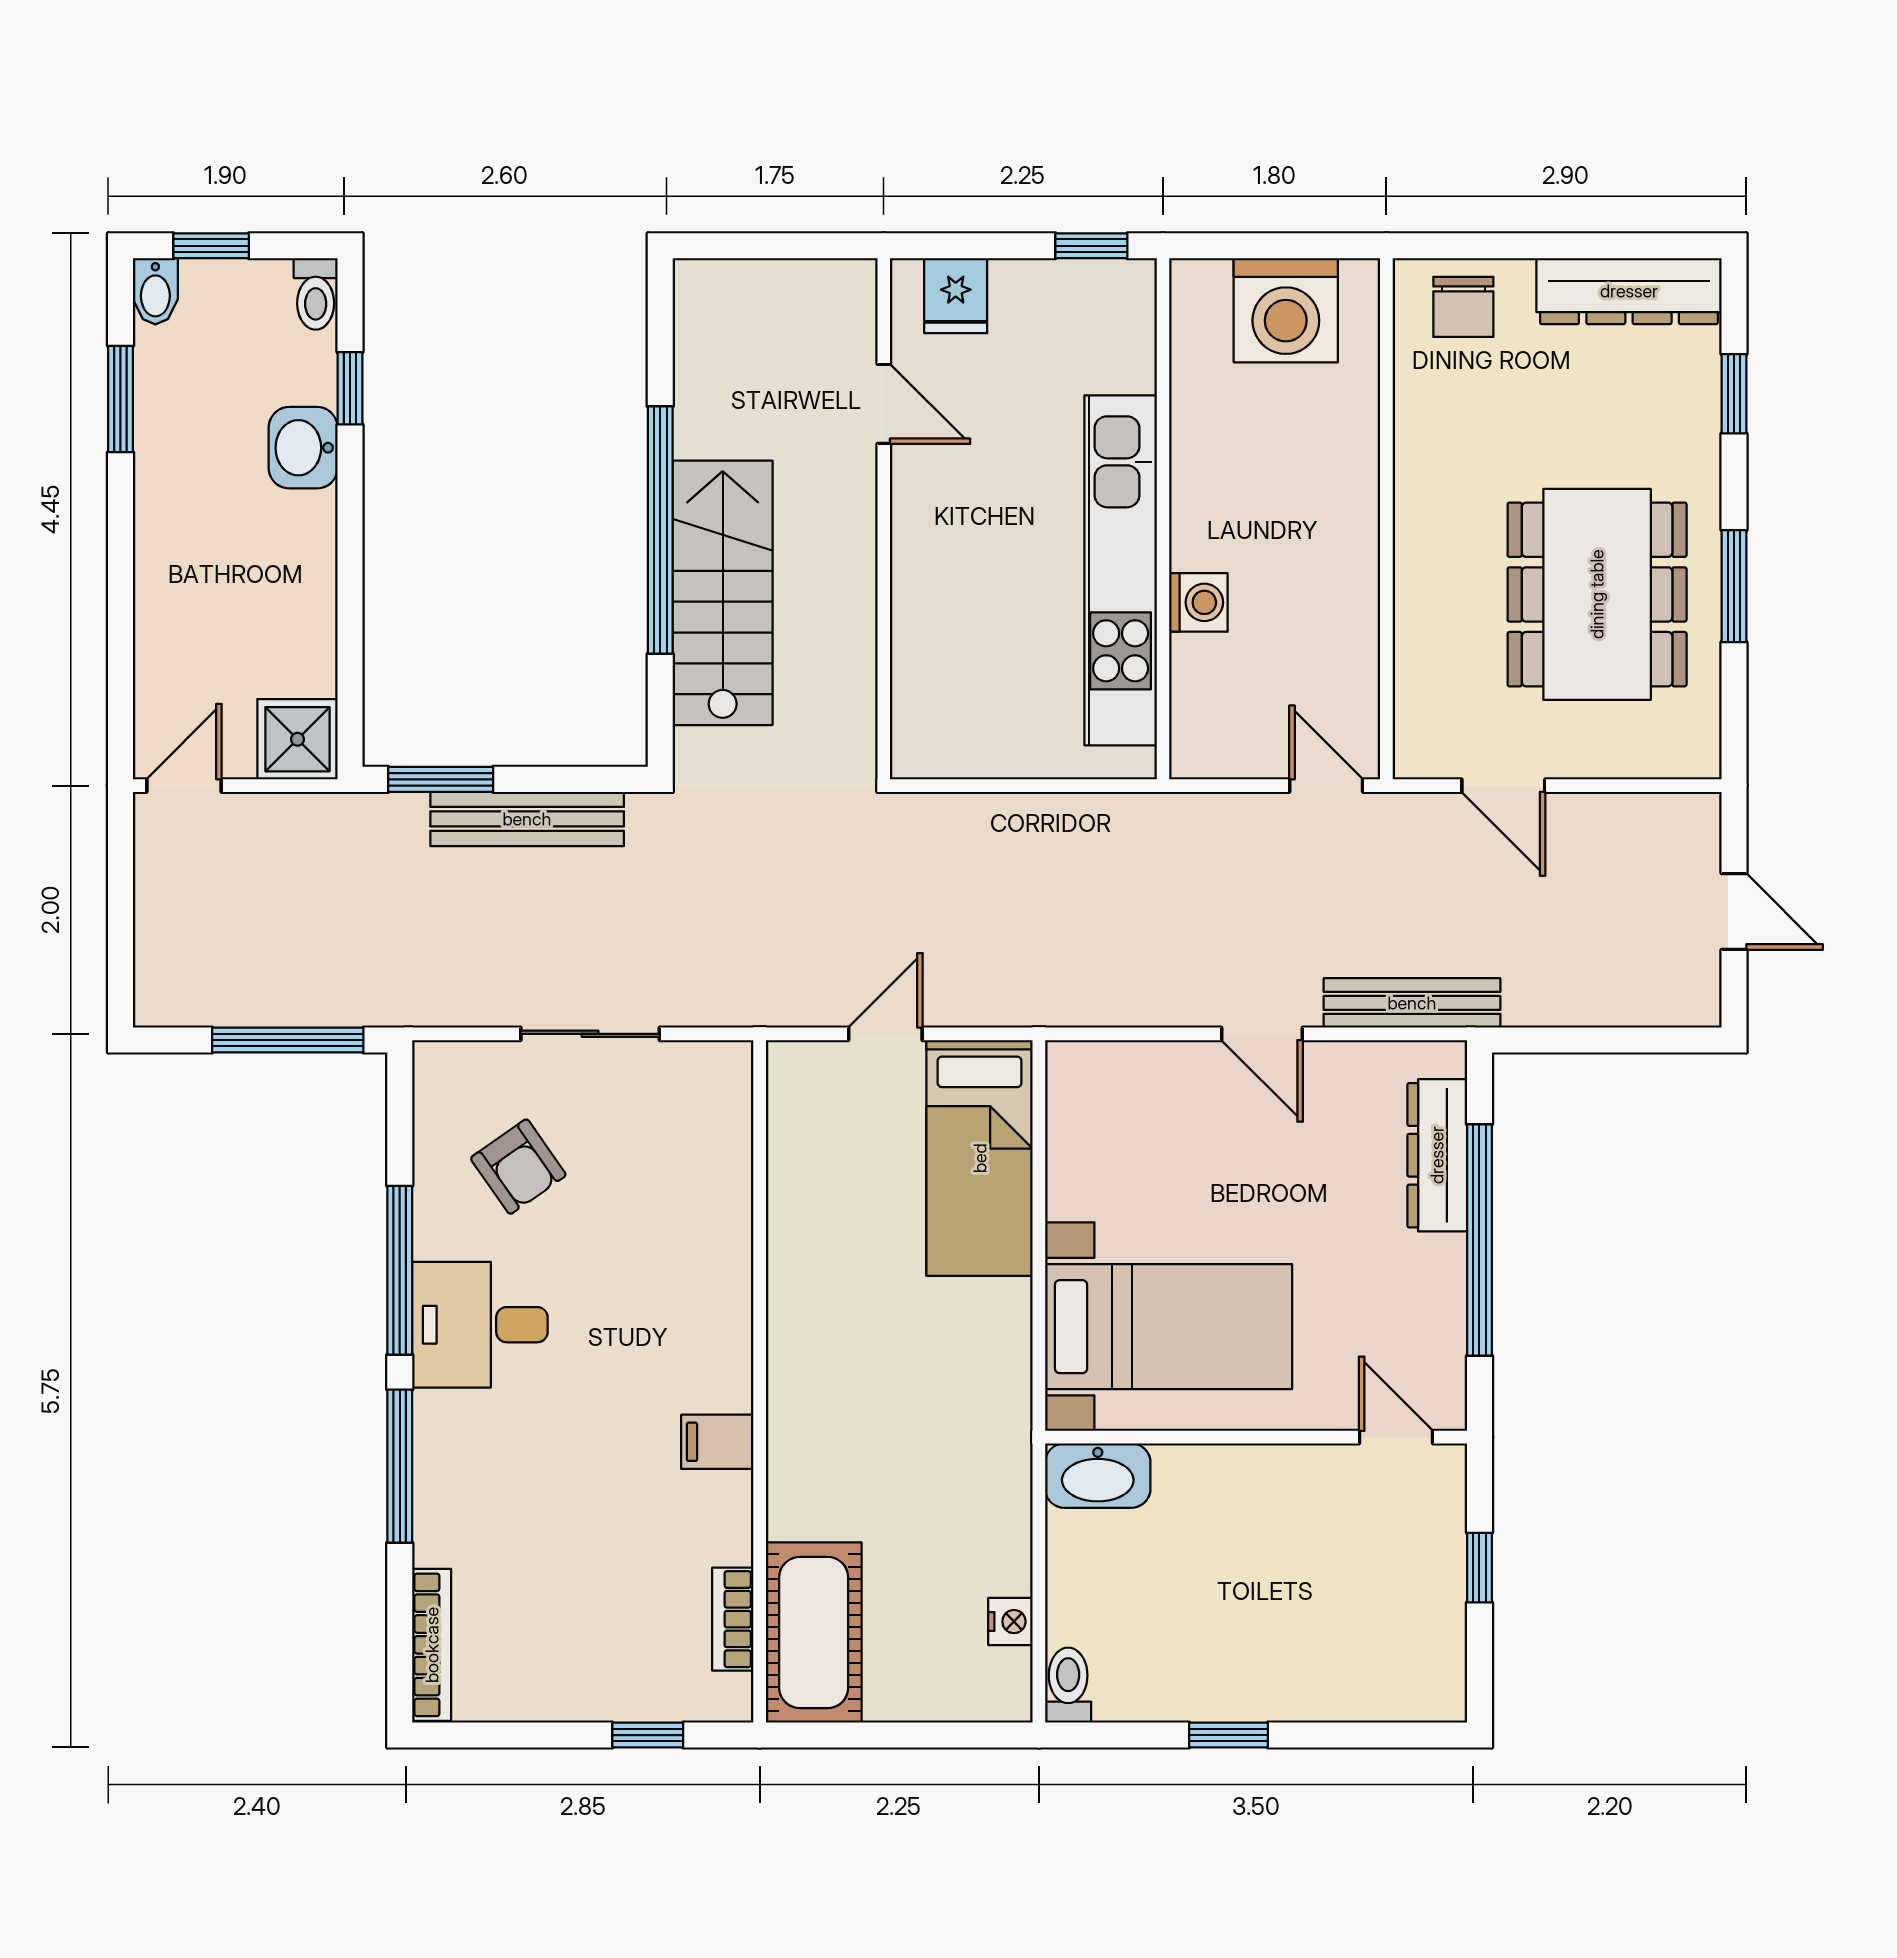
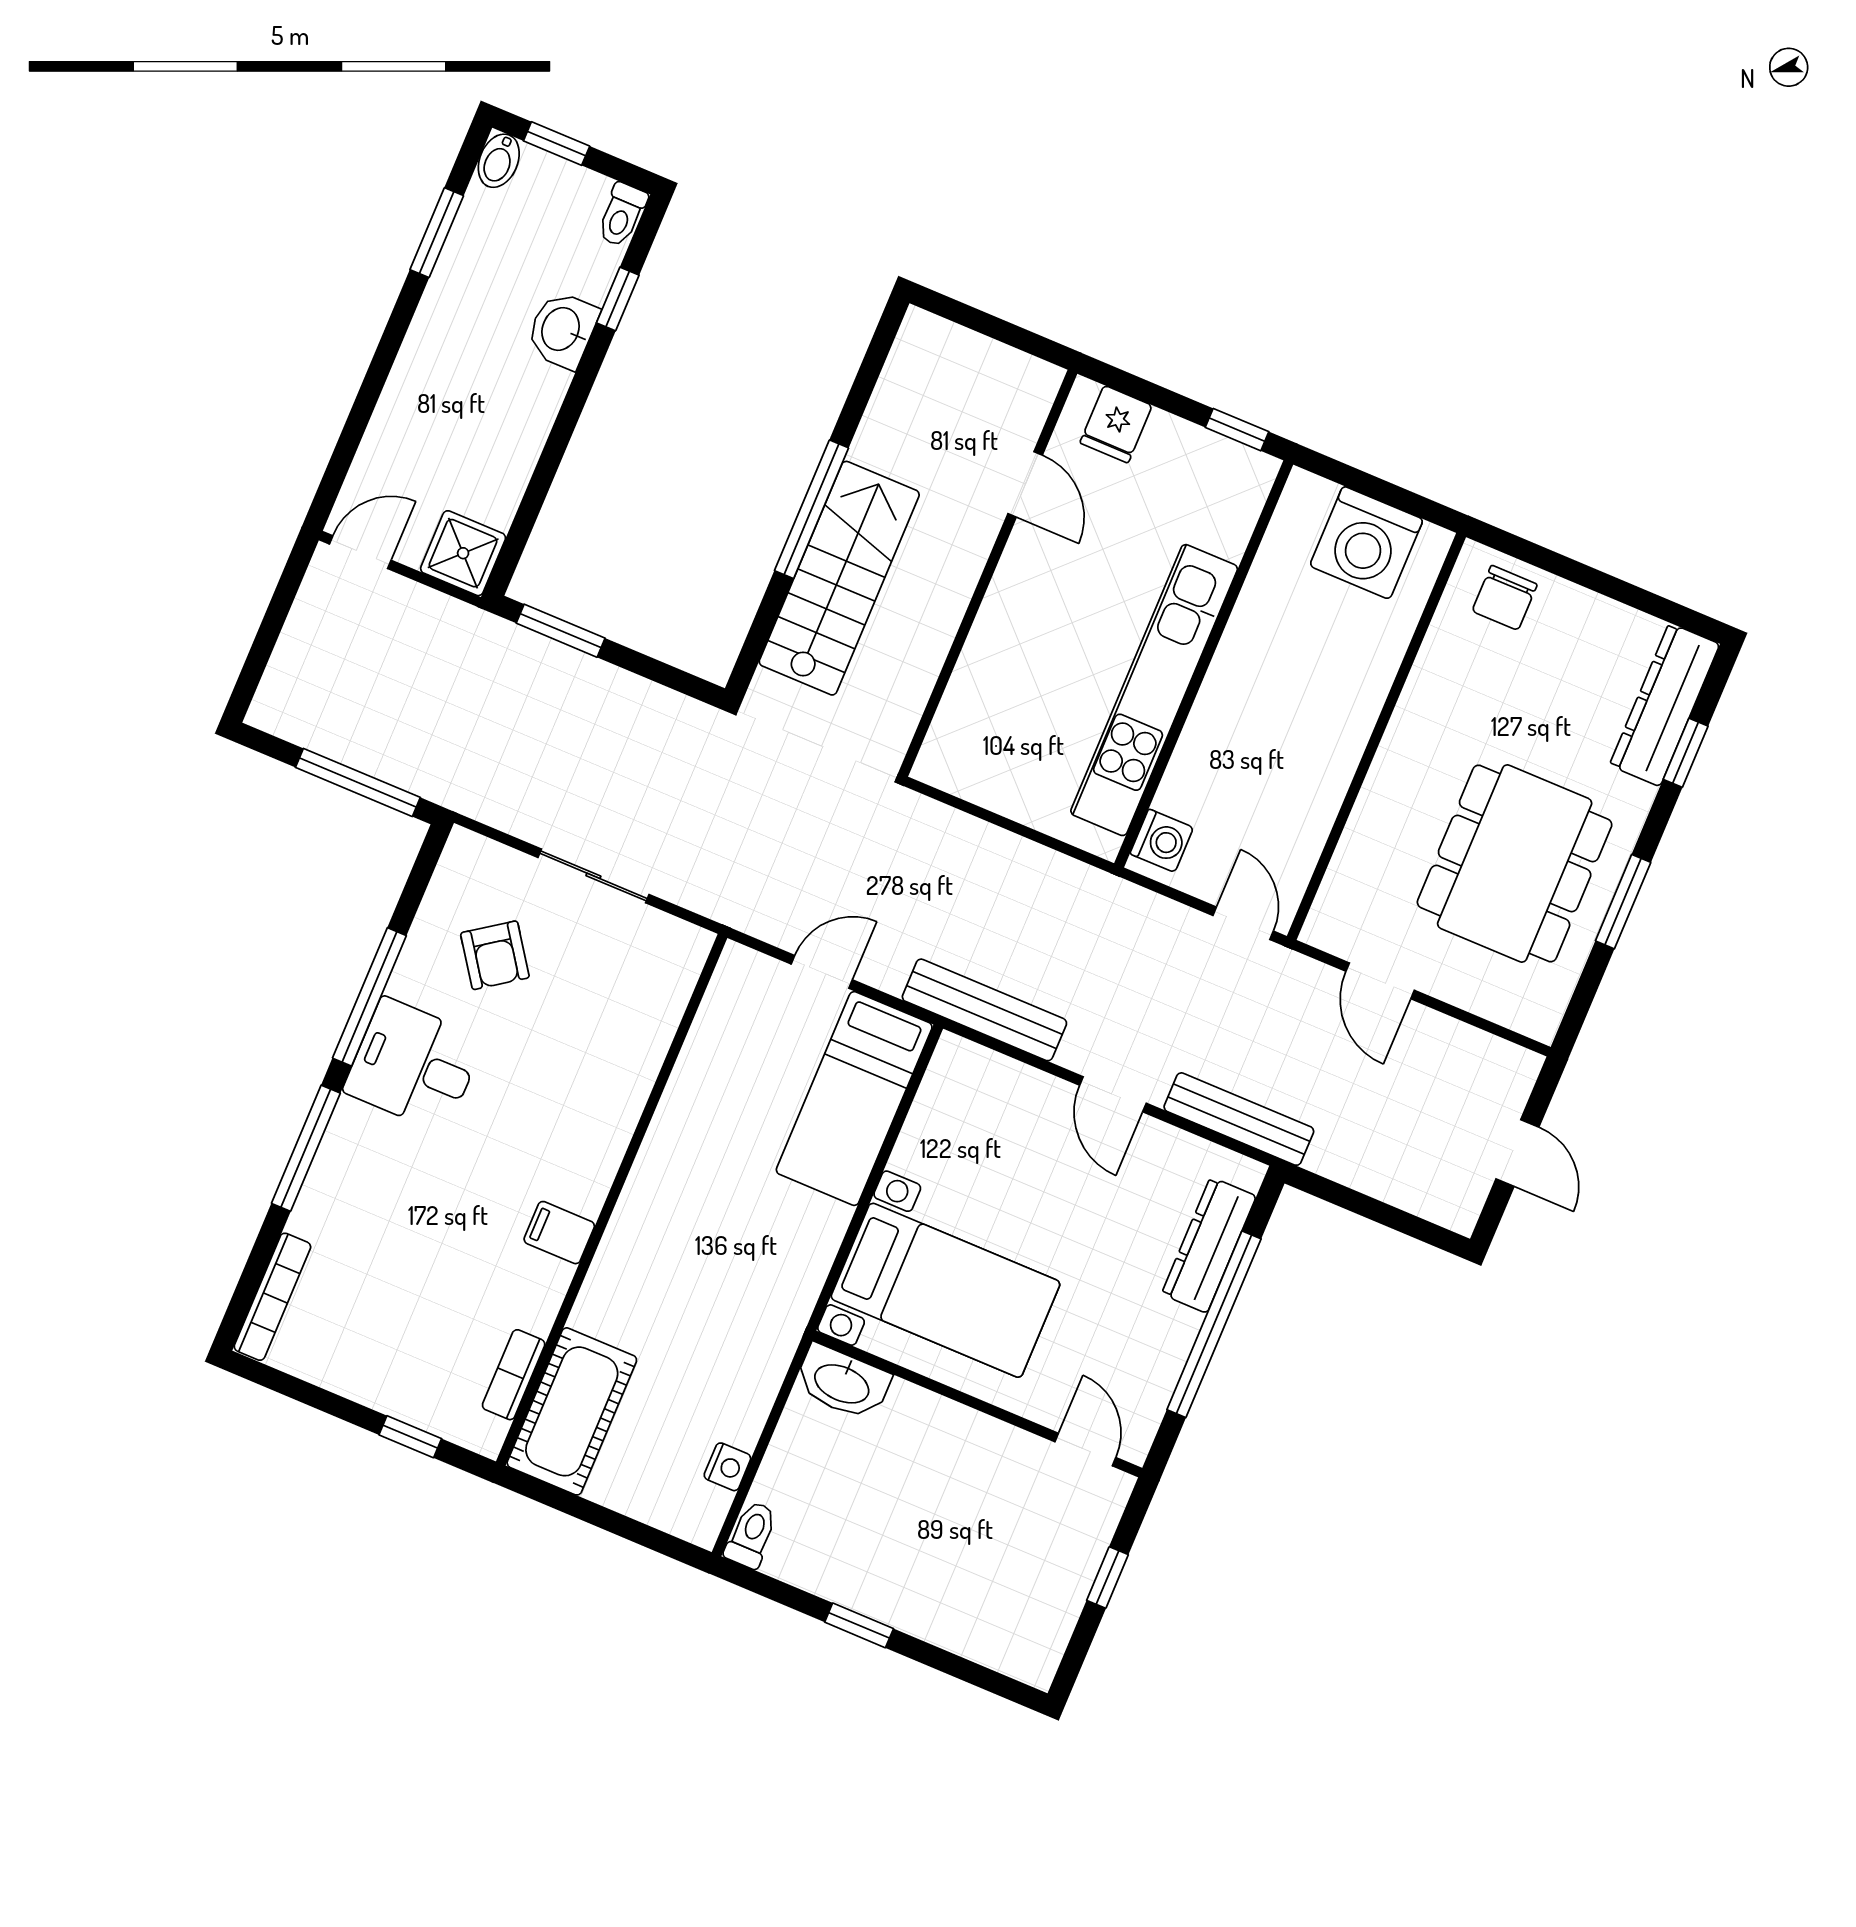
dresser: (1629, 291) -> (1664, 705), moved, turned 90
window: (660, 530) -> (811, 509), width x0.68
washing machine: (1198, 602) -> (1162, 841), moved
bench: (527, 819) -> (984, 1010), moved

